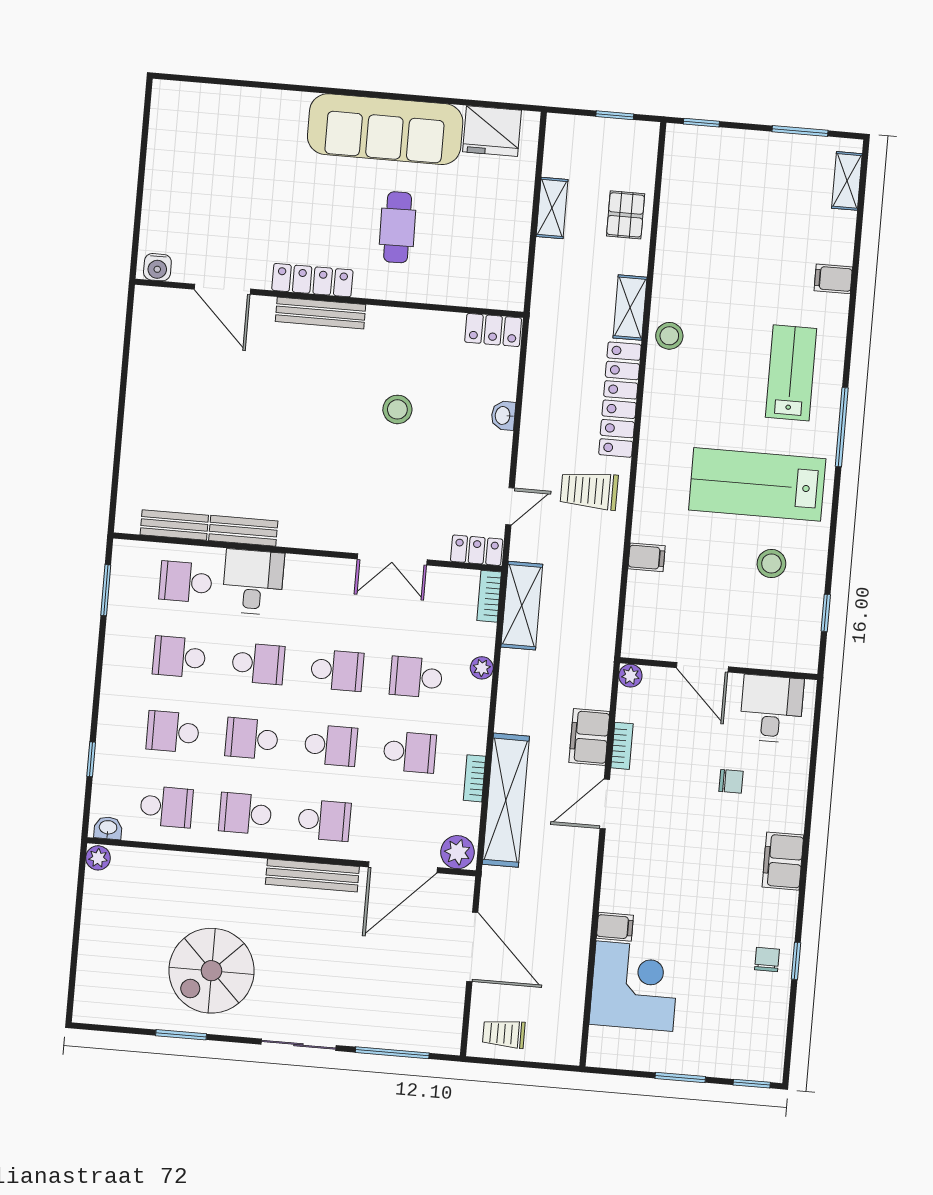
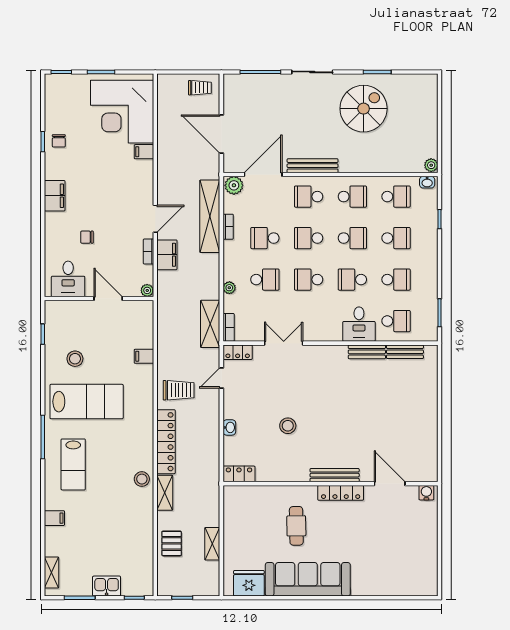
kitchen sink: (750, 148) -> (107, 586), added
school desk: (166, 807) -> (396, 197), turned 180
corner desk: (634, 986) -> (122, 112), width x1.36, depth x1.36

